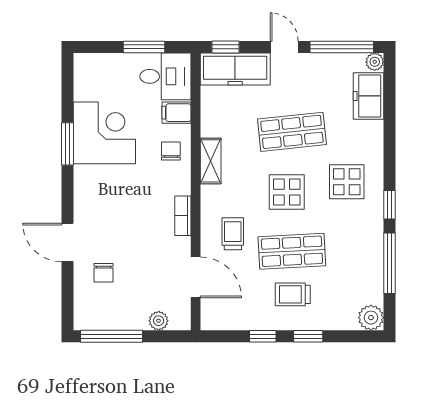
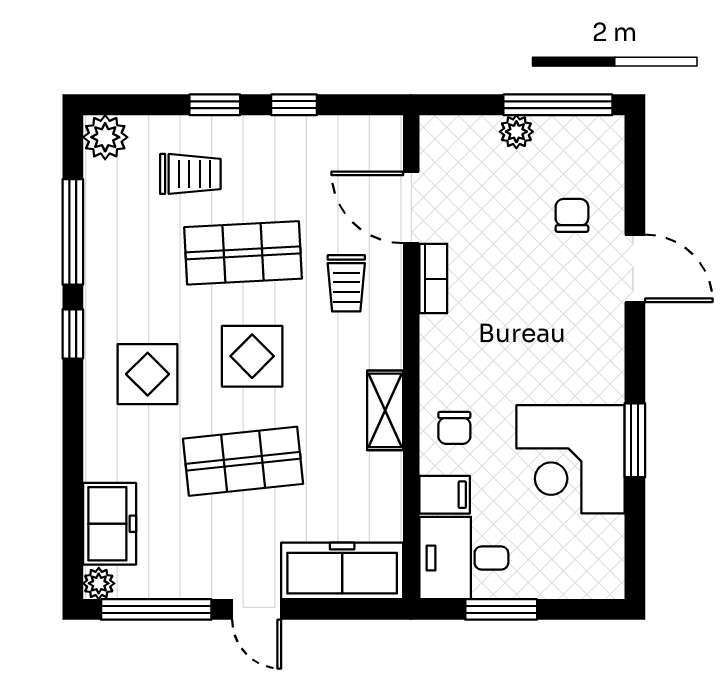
window: (226, 47) -> (359, 609), removed
bookcase: (183, 216) -> (433, 279), moved
trolley: (293, 294) -> (190, 174), moved
plant: (159, 321) -> (516, 132), moved

